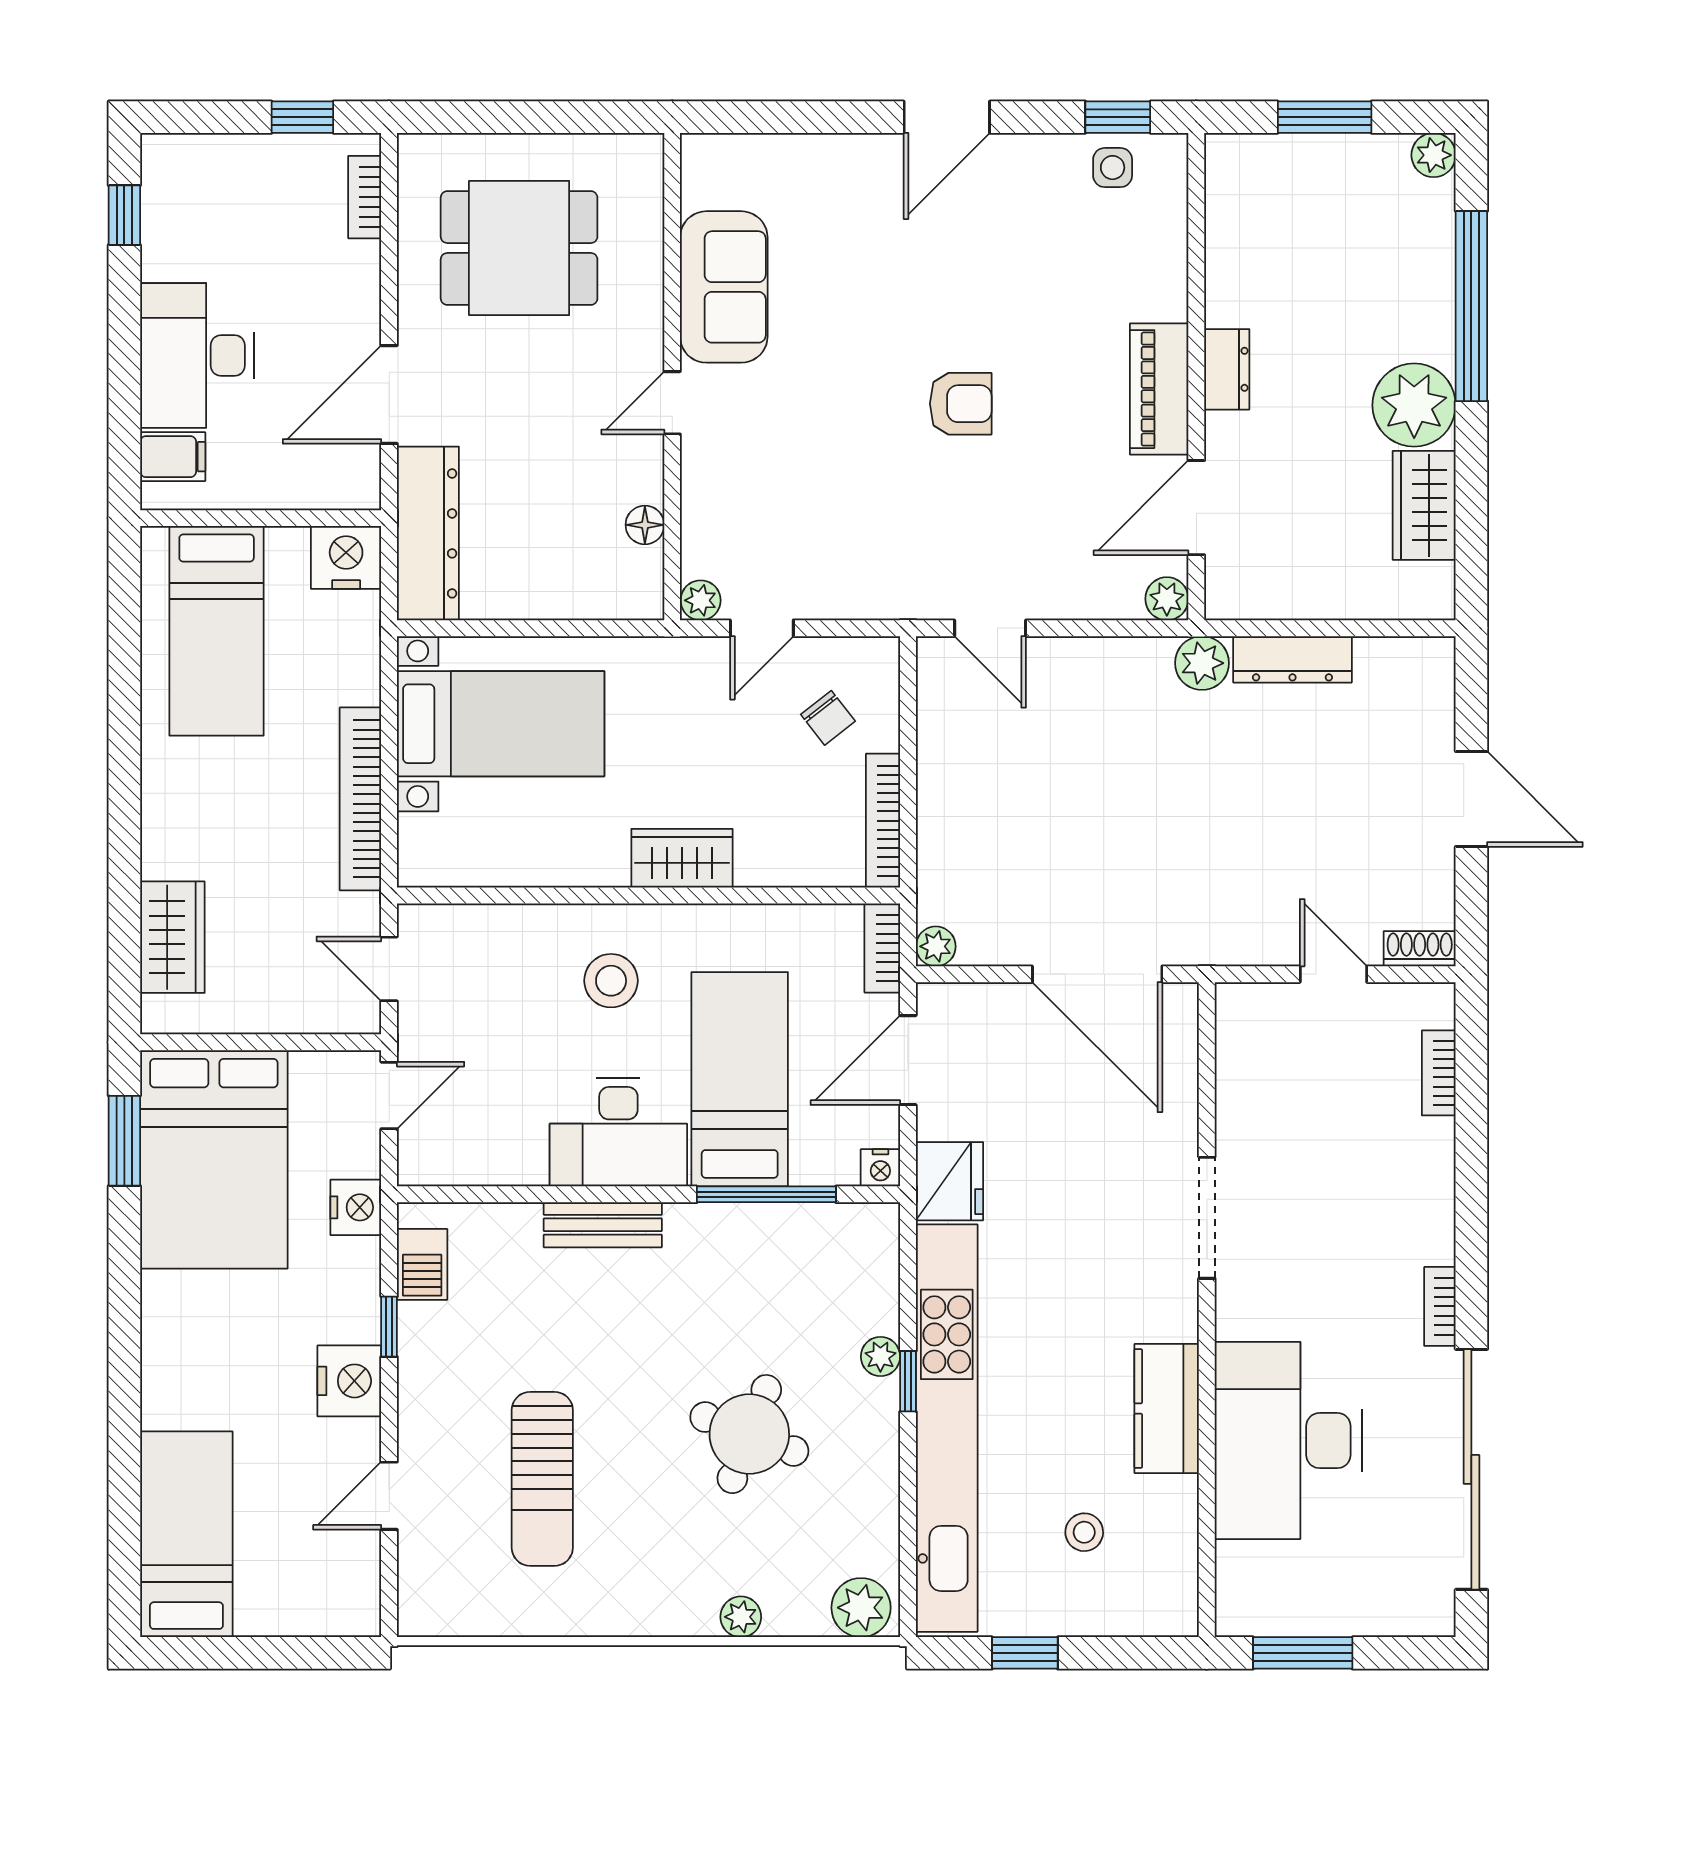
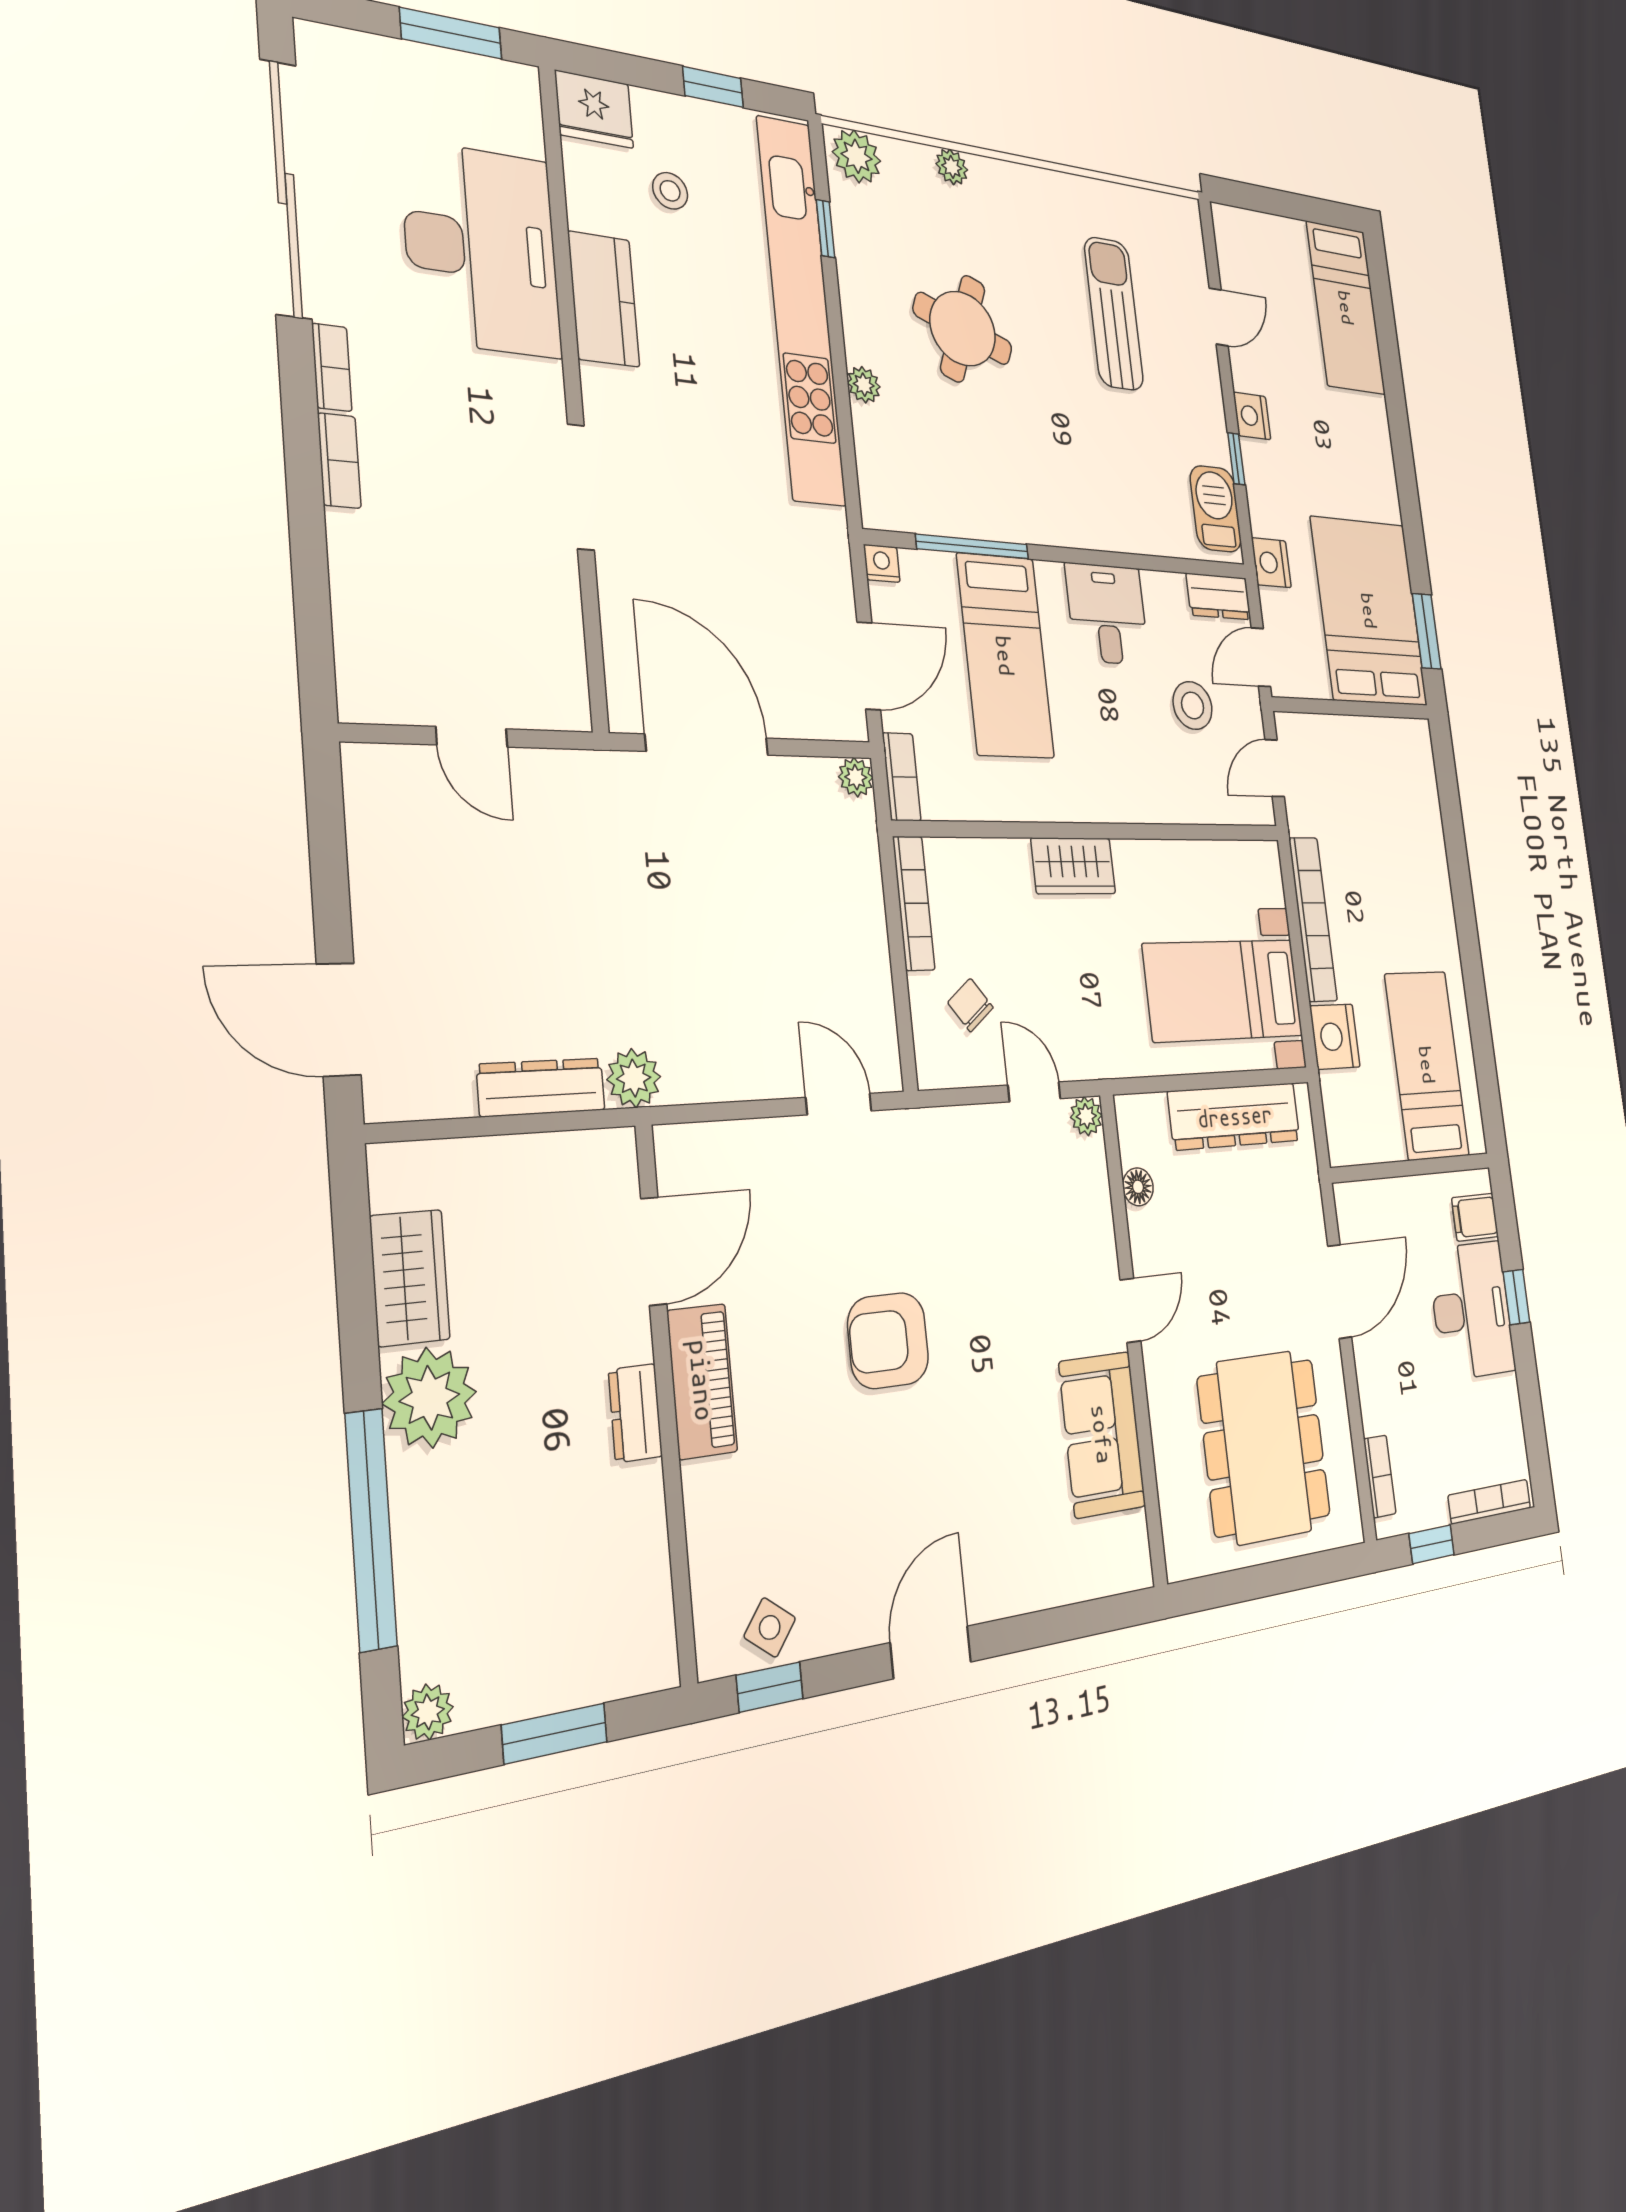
bookcase: (208, 149) -> (1490, 1502), added
side table: (1113, 168) -> (770, 1627), turned 37
window: (124, 215) -> (1516, 1297), moved
dining table: (519, 248) -> (1264, 1447), width x1.38
armchair: (961, 404) -> (888, 1341), width x1.38, depth x1.38
dresser: (428, 533) -> (1235, 1116), moved, turned -90
nightstand: (346, 557) -> (1335, 1037), moved, turned 90
plant: (1167, 599) -> (675, 1147), removed
door: (762, 628) -> (1034, 1092), hinge flipped
door: (1471, 799) -> (339, 1020), moved
wardrobe: (172, 937) -> (1420, 799), removed
shoe rack: (1420, 949) -> (380, 762), removed
door: (389, 969) -> (1275, 768), swing flipped
stool: (611, 981) -> (1193, 705), moved
bookcase: (1439, 1073) -> (339, 461), moved
desk: (618, 1132) -> (1107, 614), width x0.73
dresser: (441, 1162) -> (1218, 596), added
fridge: (950, 1181) -> (594, 109), moved, turned -90
bench: (603, 1225) -> (1095, 531), removed
barbecue: (422, 1264) -> (1216, 509), width x1.38, depth x1.27
nightstand: (349, 1381) -> (1252, 416), width x0.74, depth x0.75
window: (908, 1381) -> (825, 229), moved

